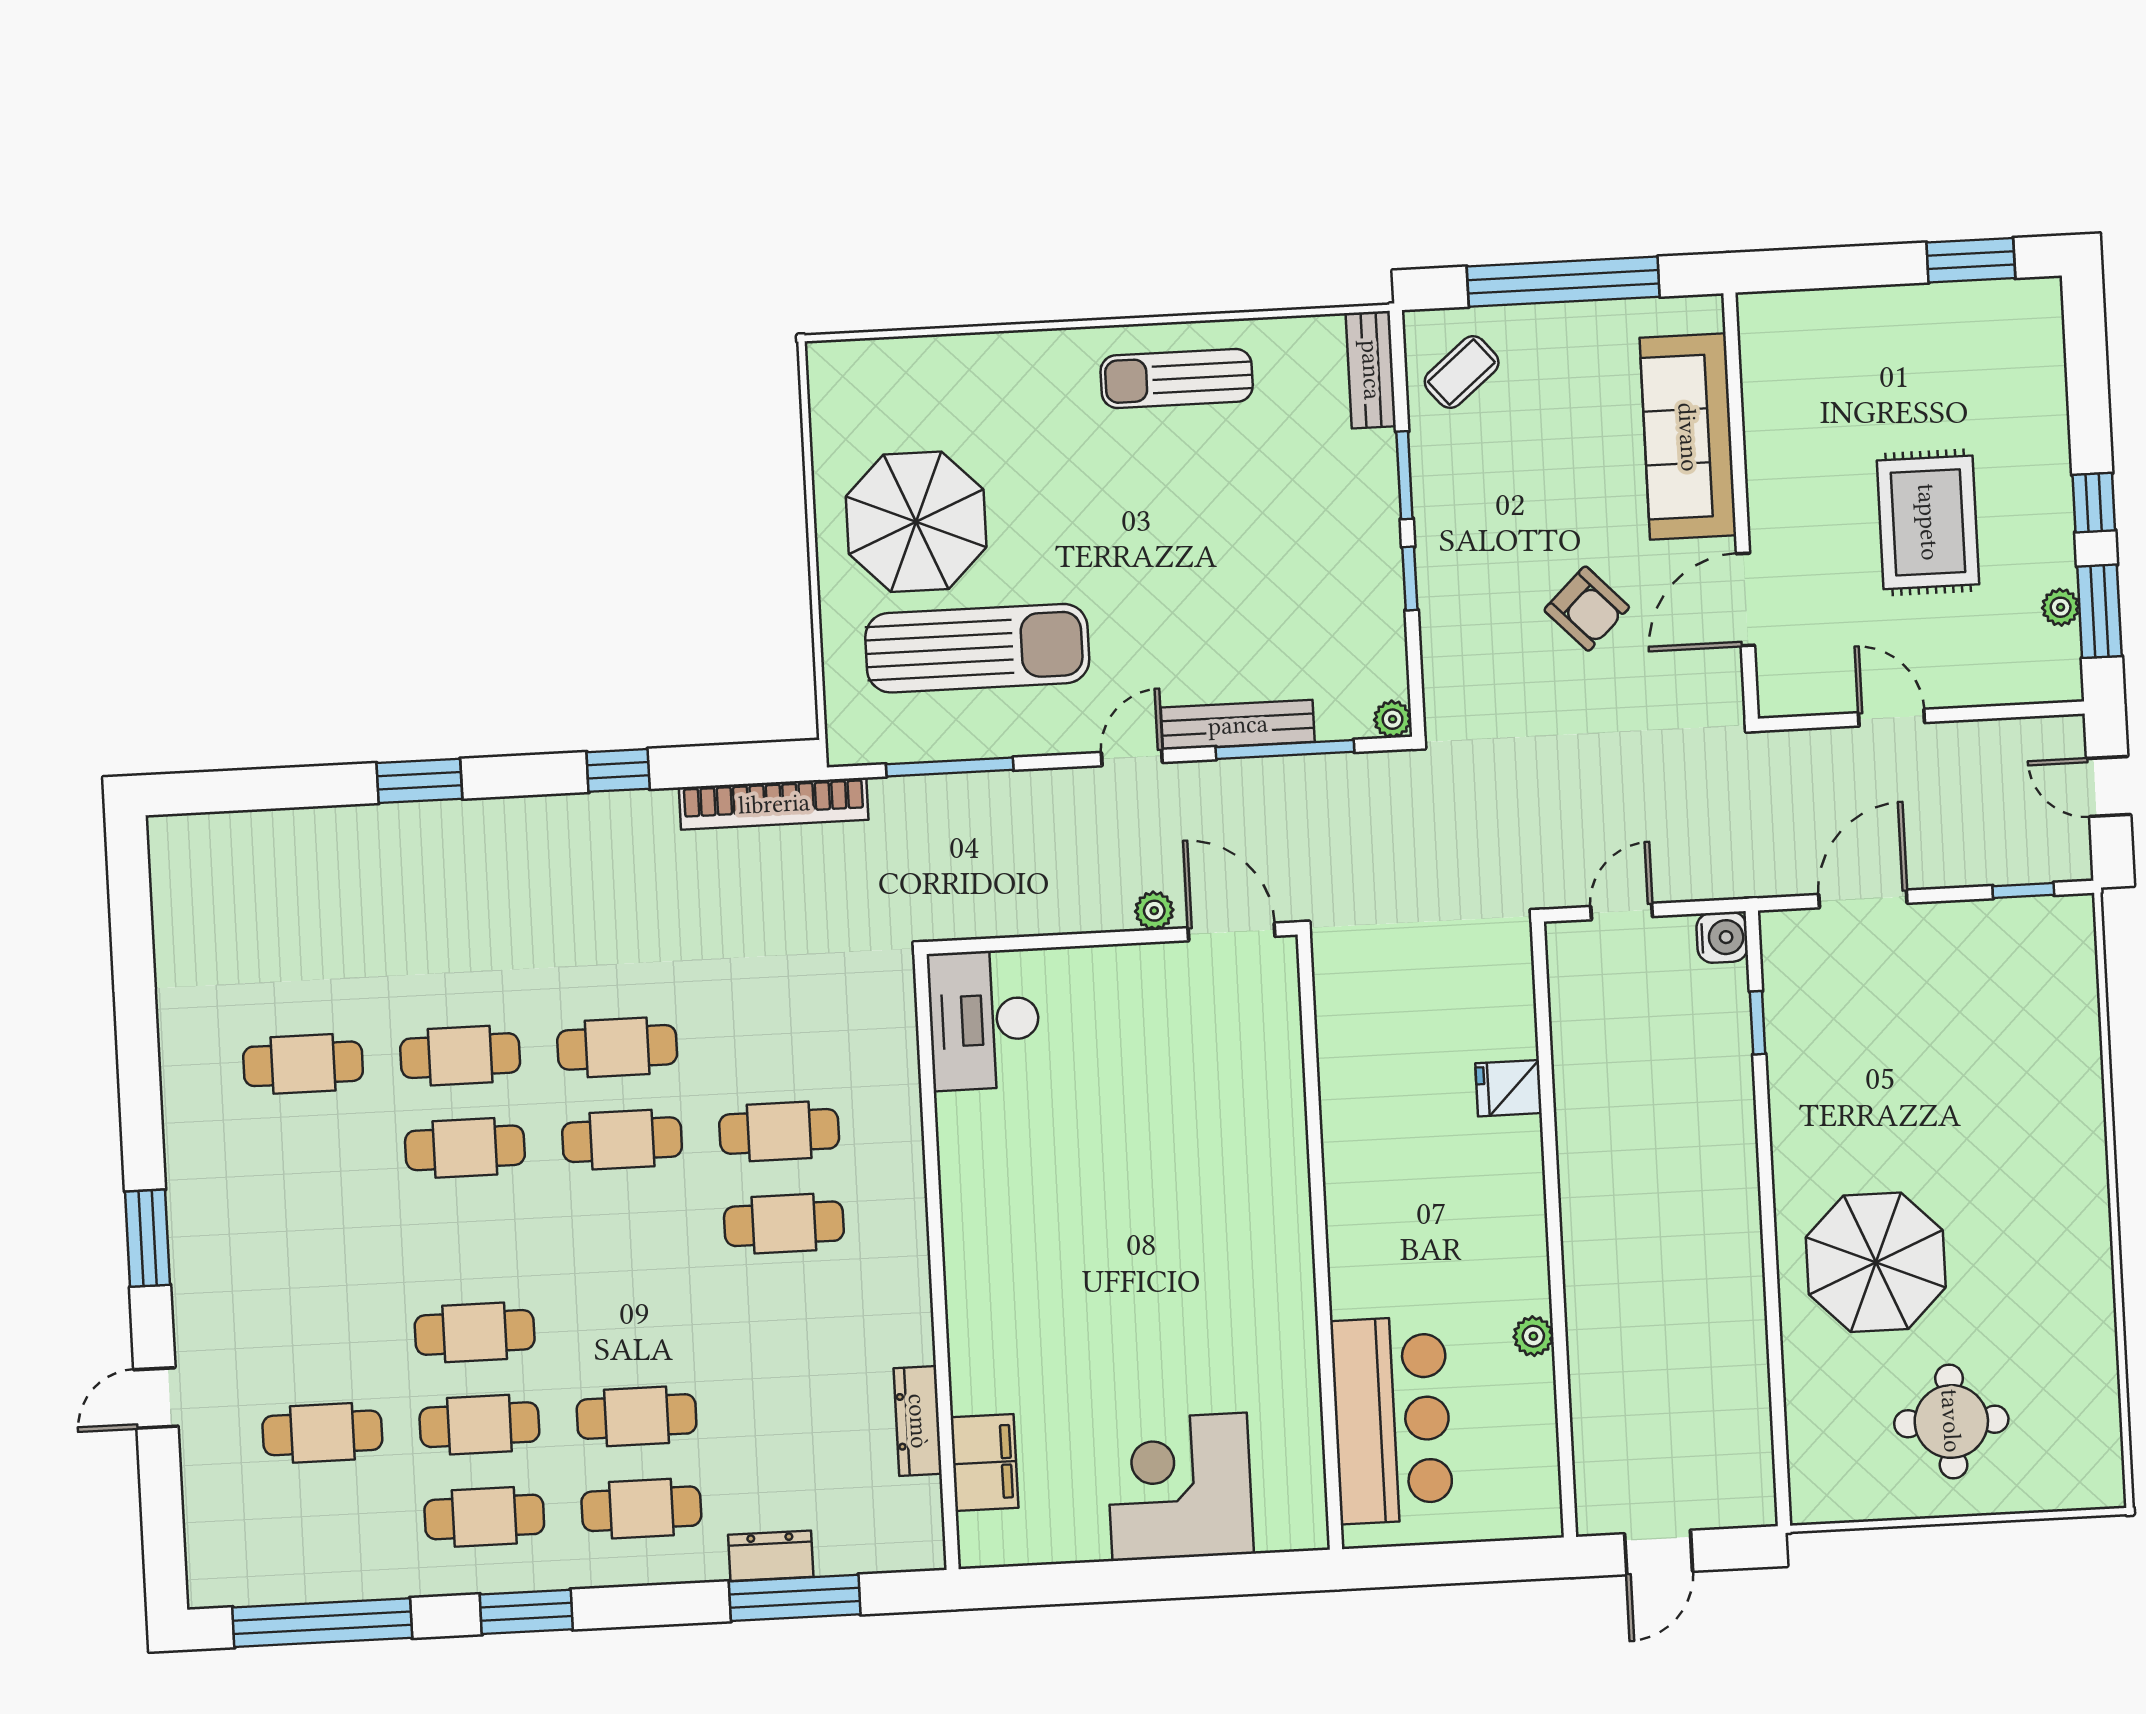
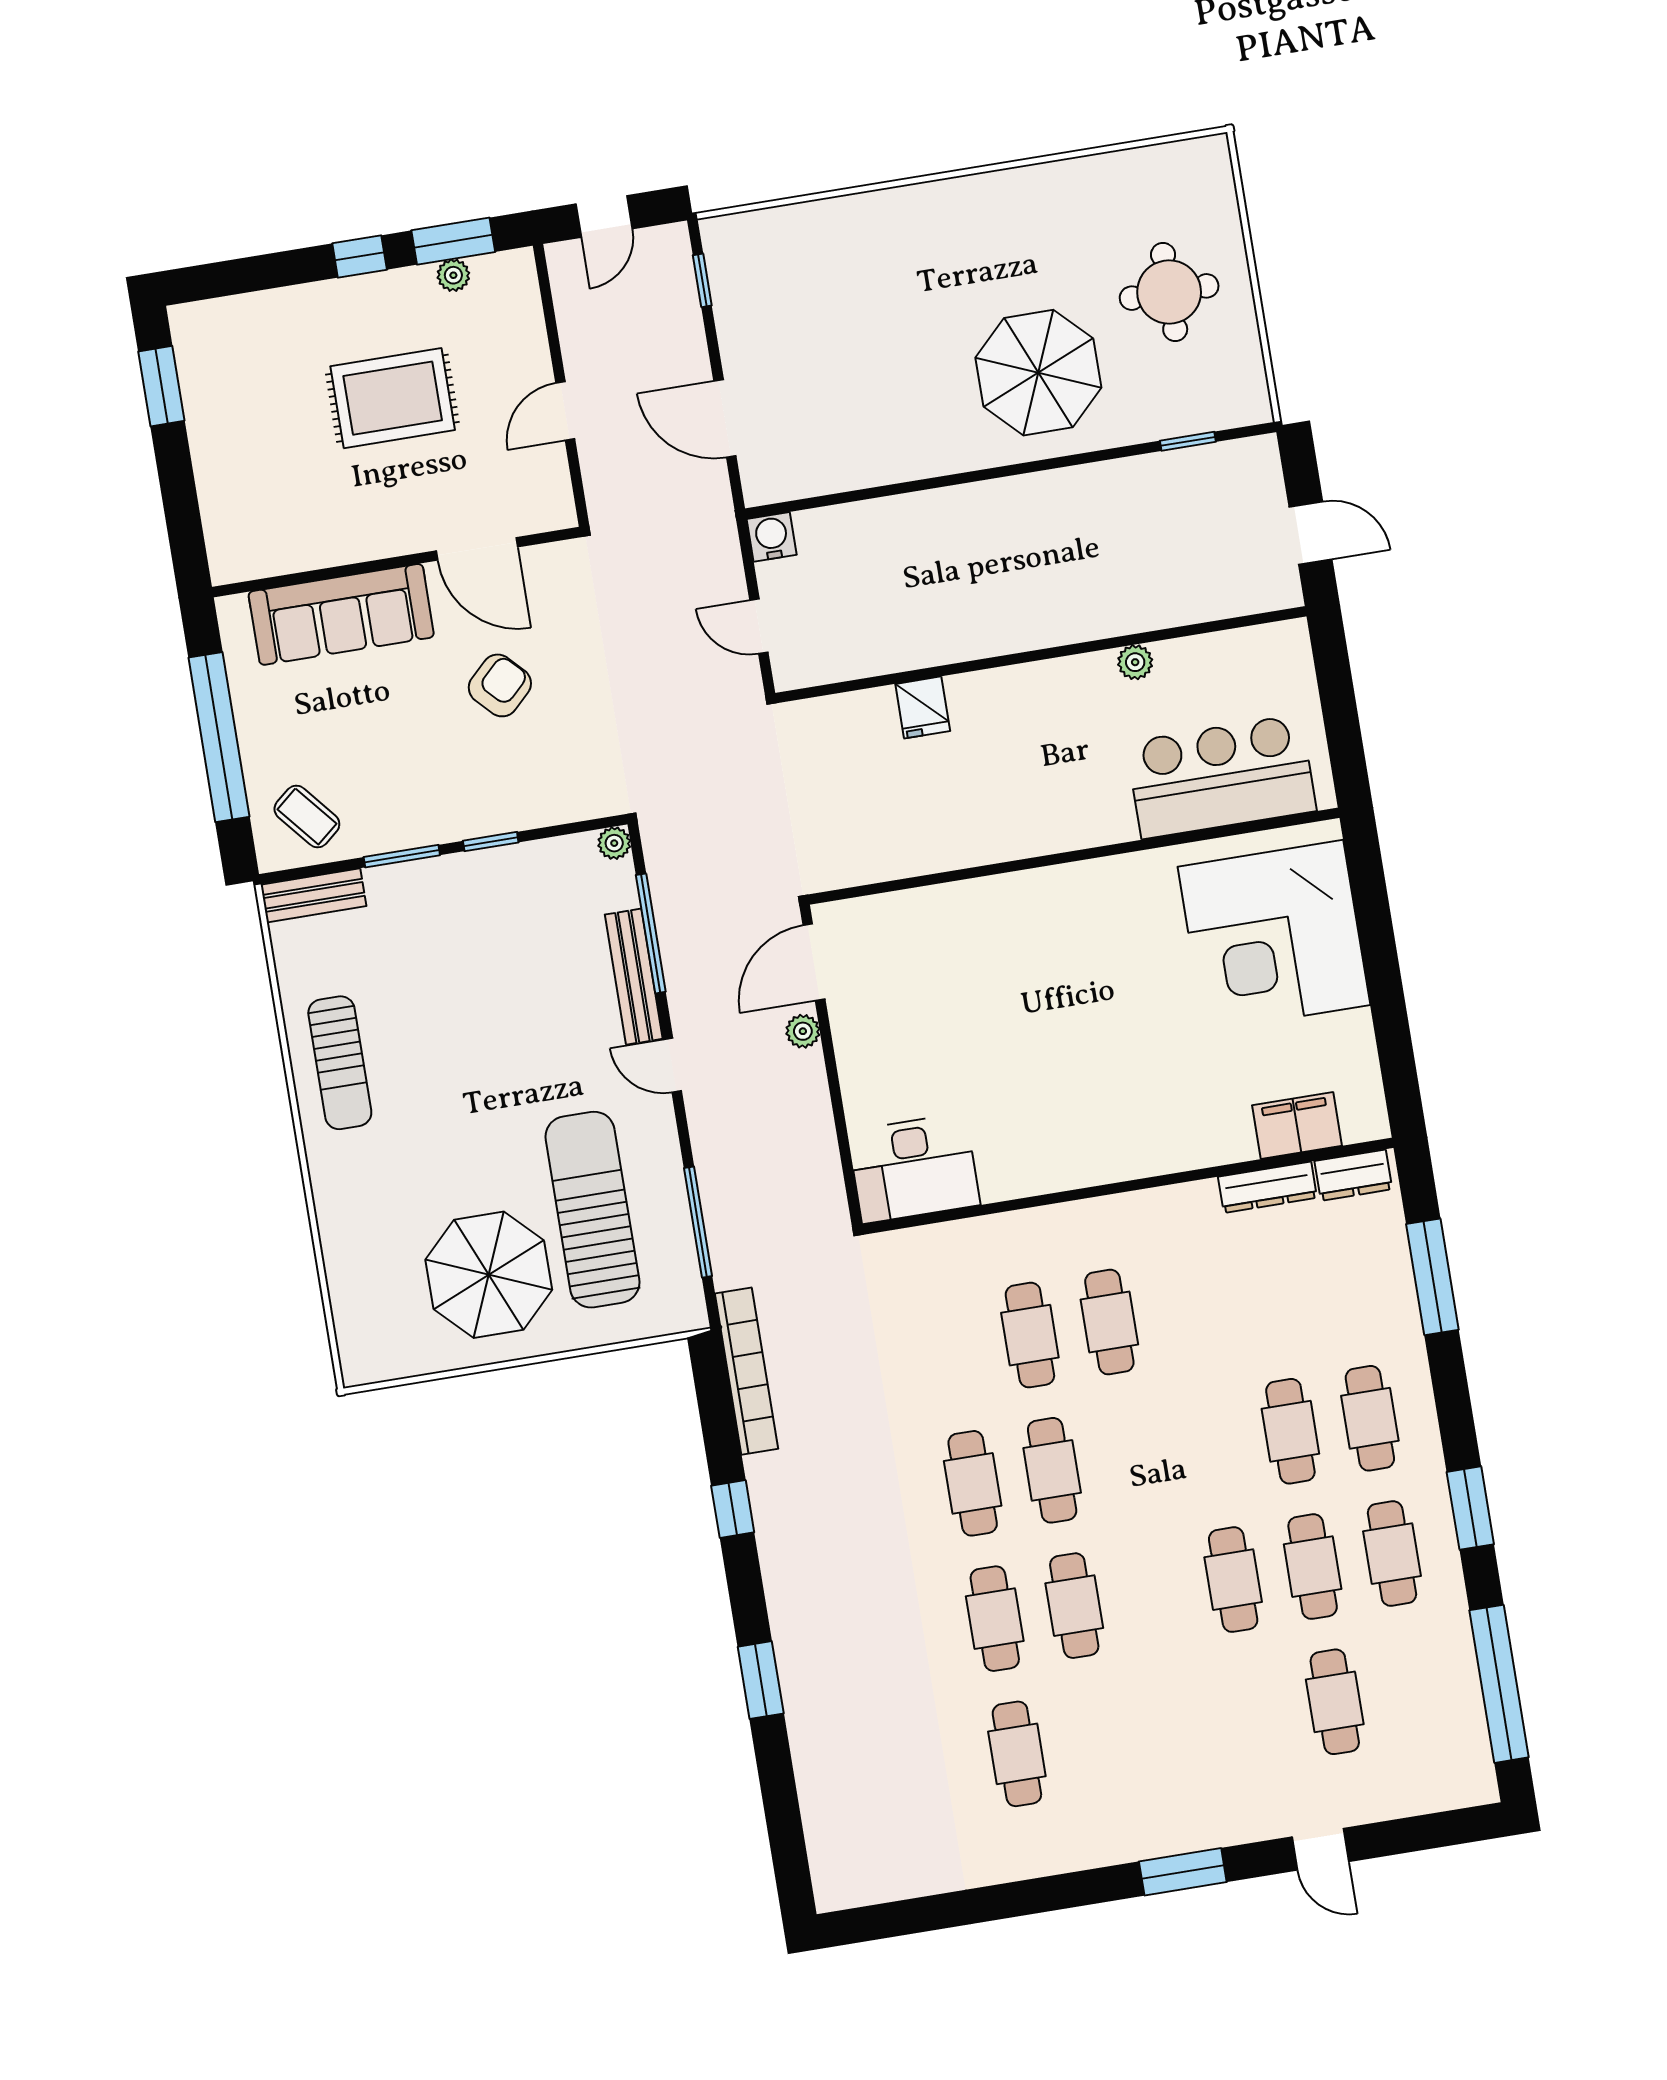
window: (1758, 1023) -> (1188, 441), moved
corner desk: (1180, 1487) -> (1274, 936), width x1.36, depth x1.36
dresser: (771, 1556) -> (1353, 1175), moved, turned -90

